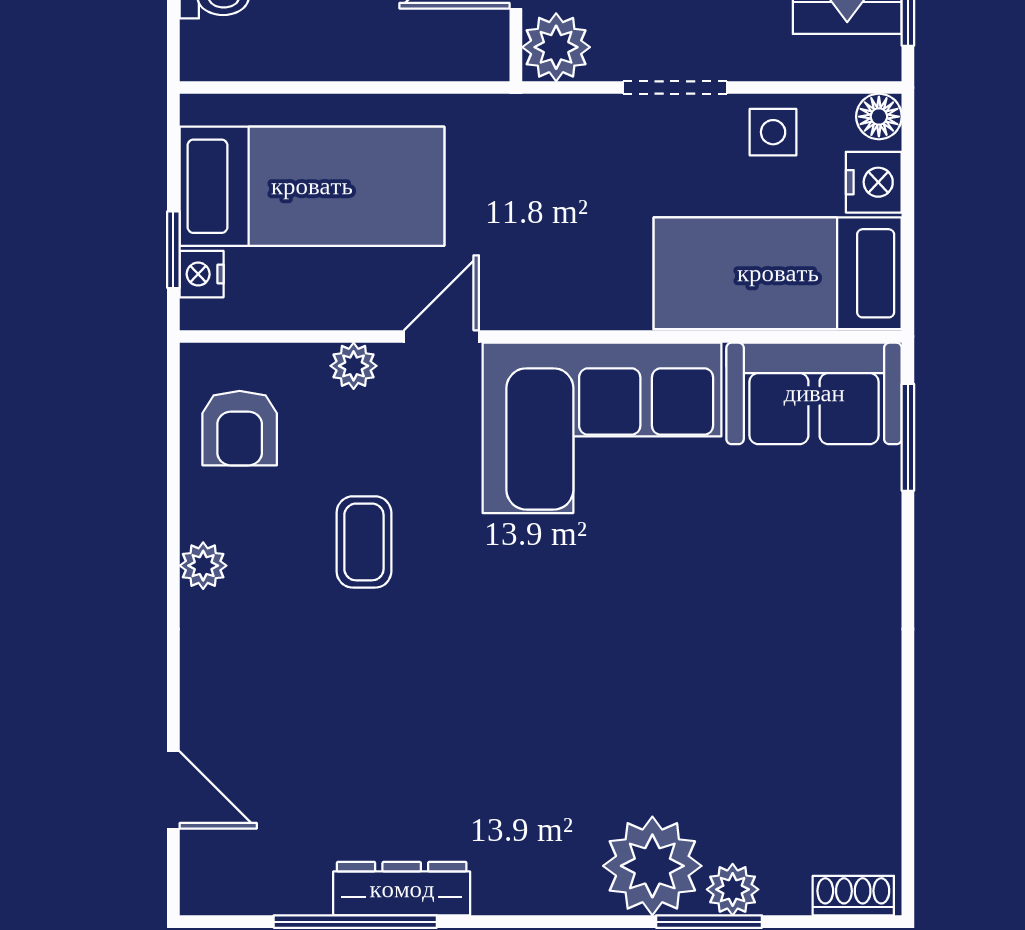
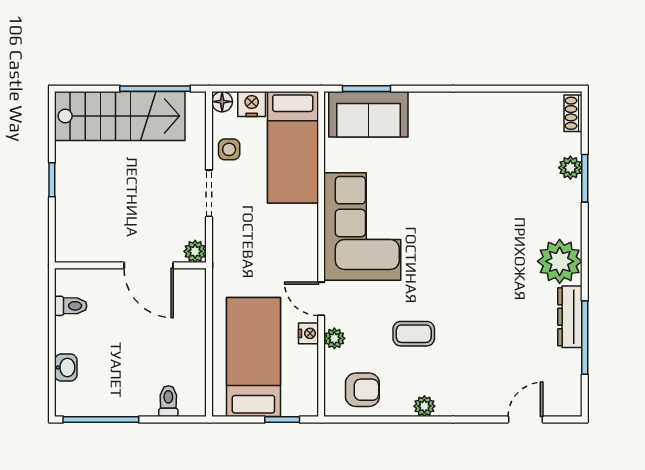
plant: (556, 47) -> (195, 251), width x0.73, depth x0.73
nightstand: (202, 274) -> (308, 333), moved, turned -90
sofa: (814, 393) -> (368, 114), moved, turned 90
plant: (652, 866) -> (560, 261), moved

